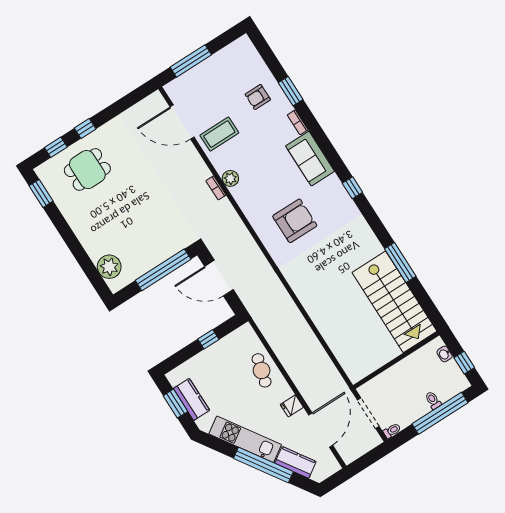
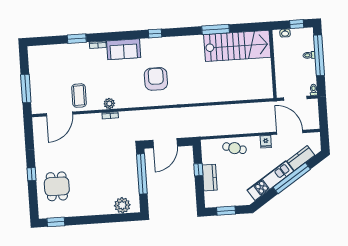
armchair: (258, 97) -> (69, 60), removed
window: (56, 147) -> (33, 198), removed
kitchen counter: (191, 399) -> (210, 178), moved, turned 90

